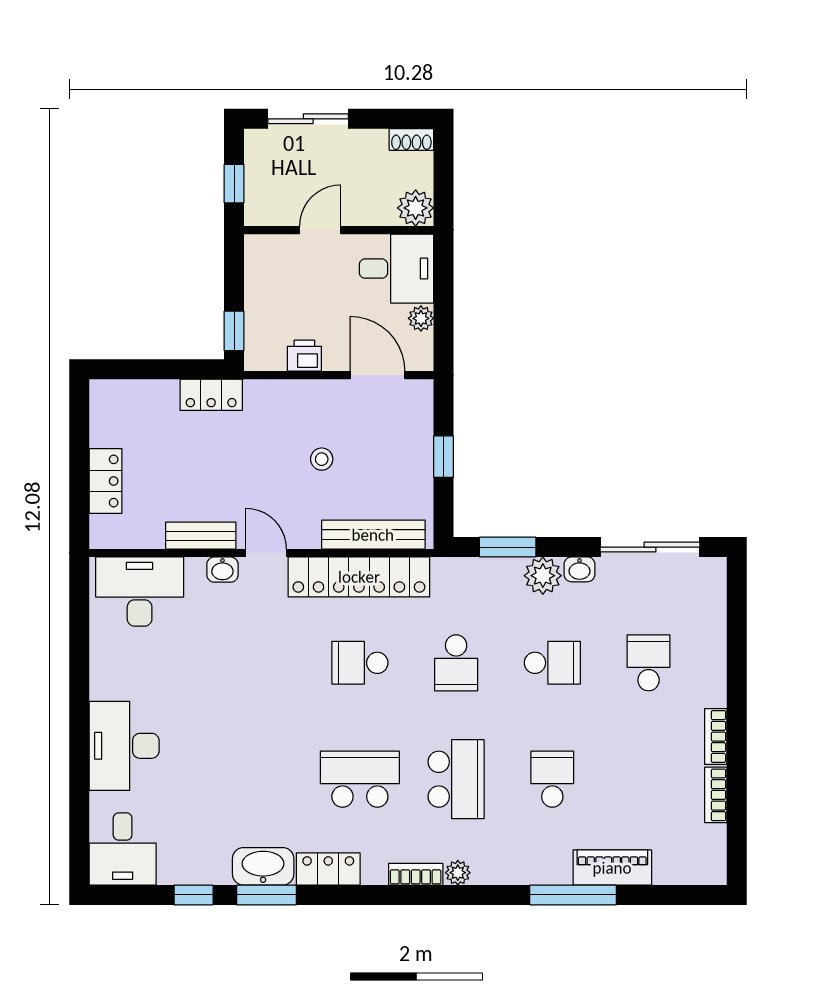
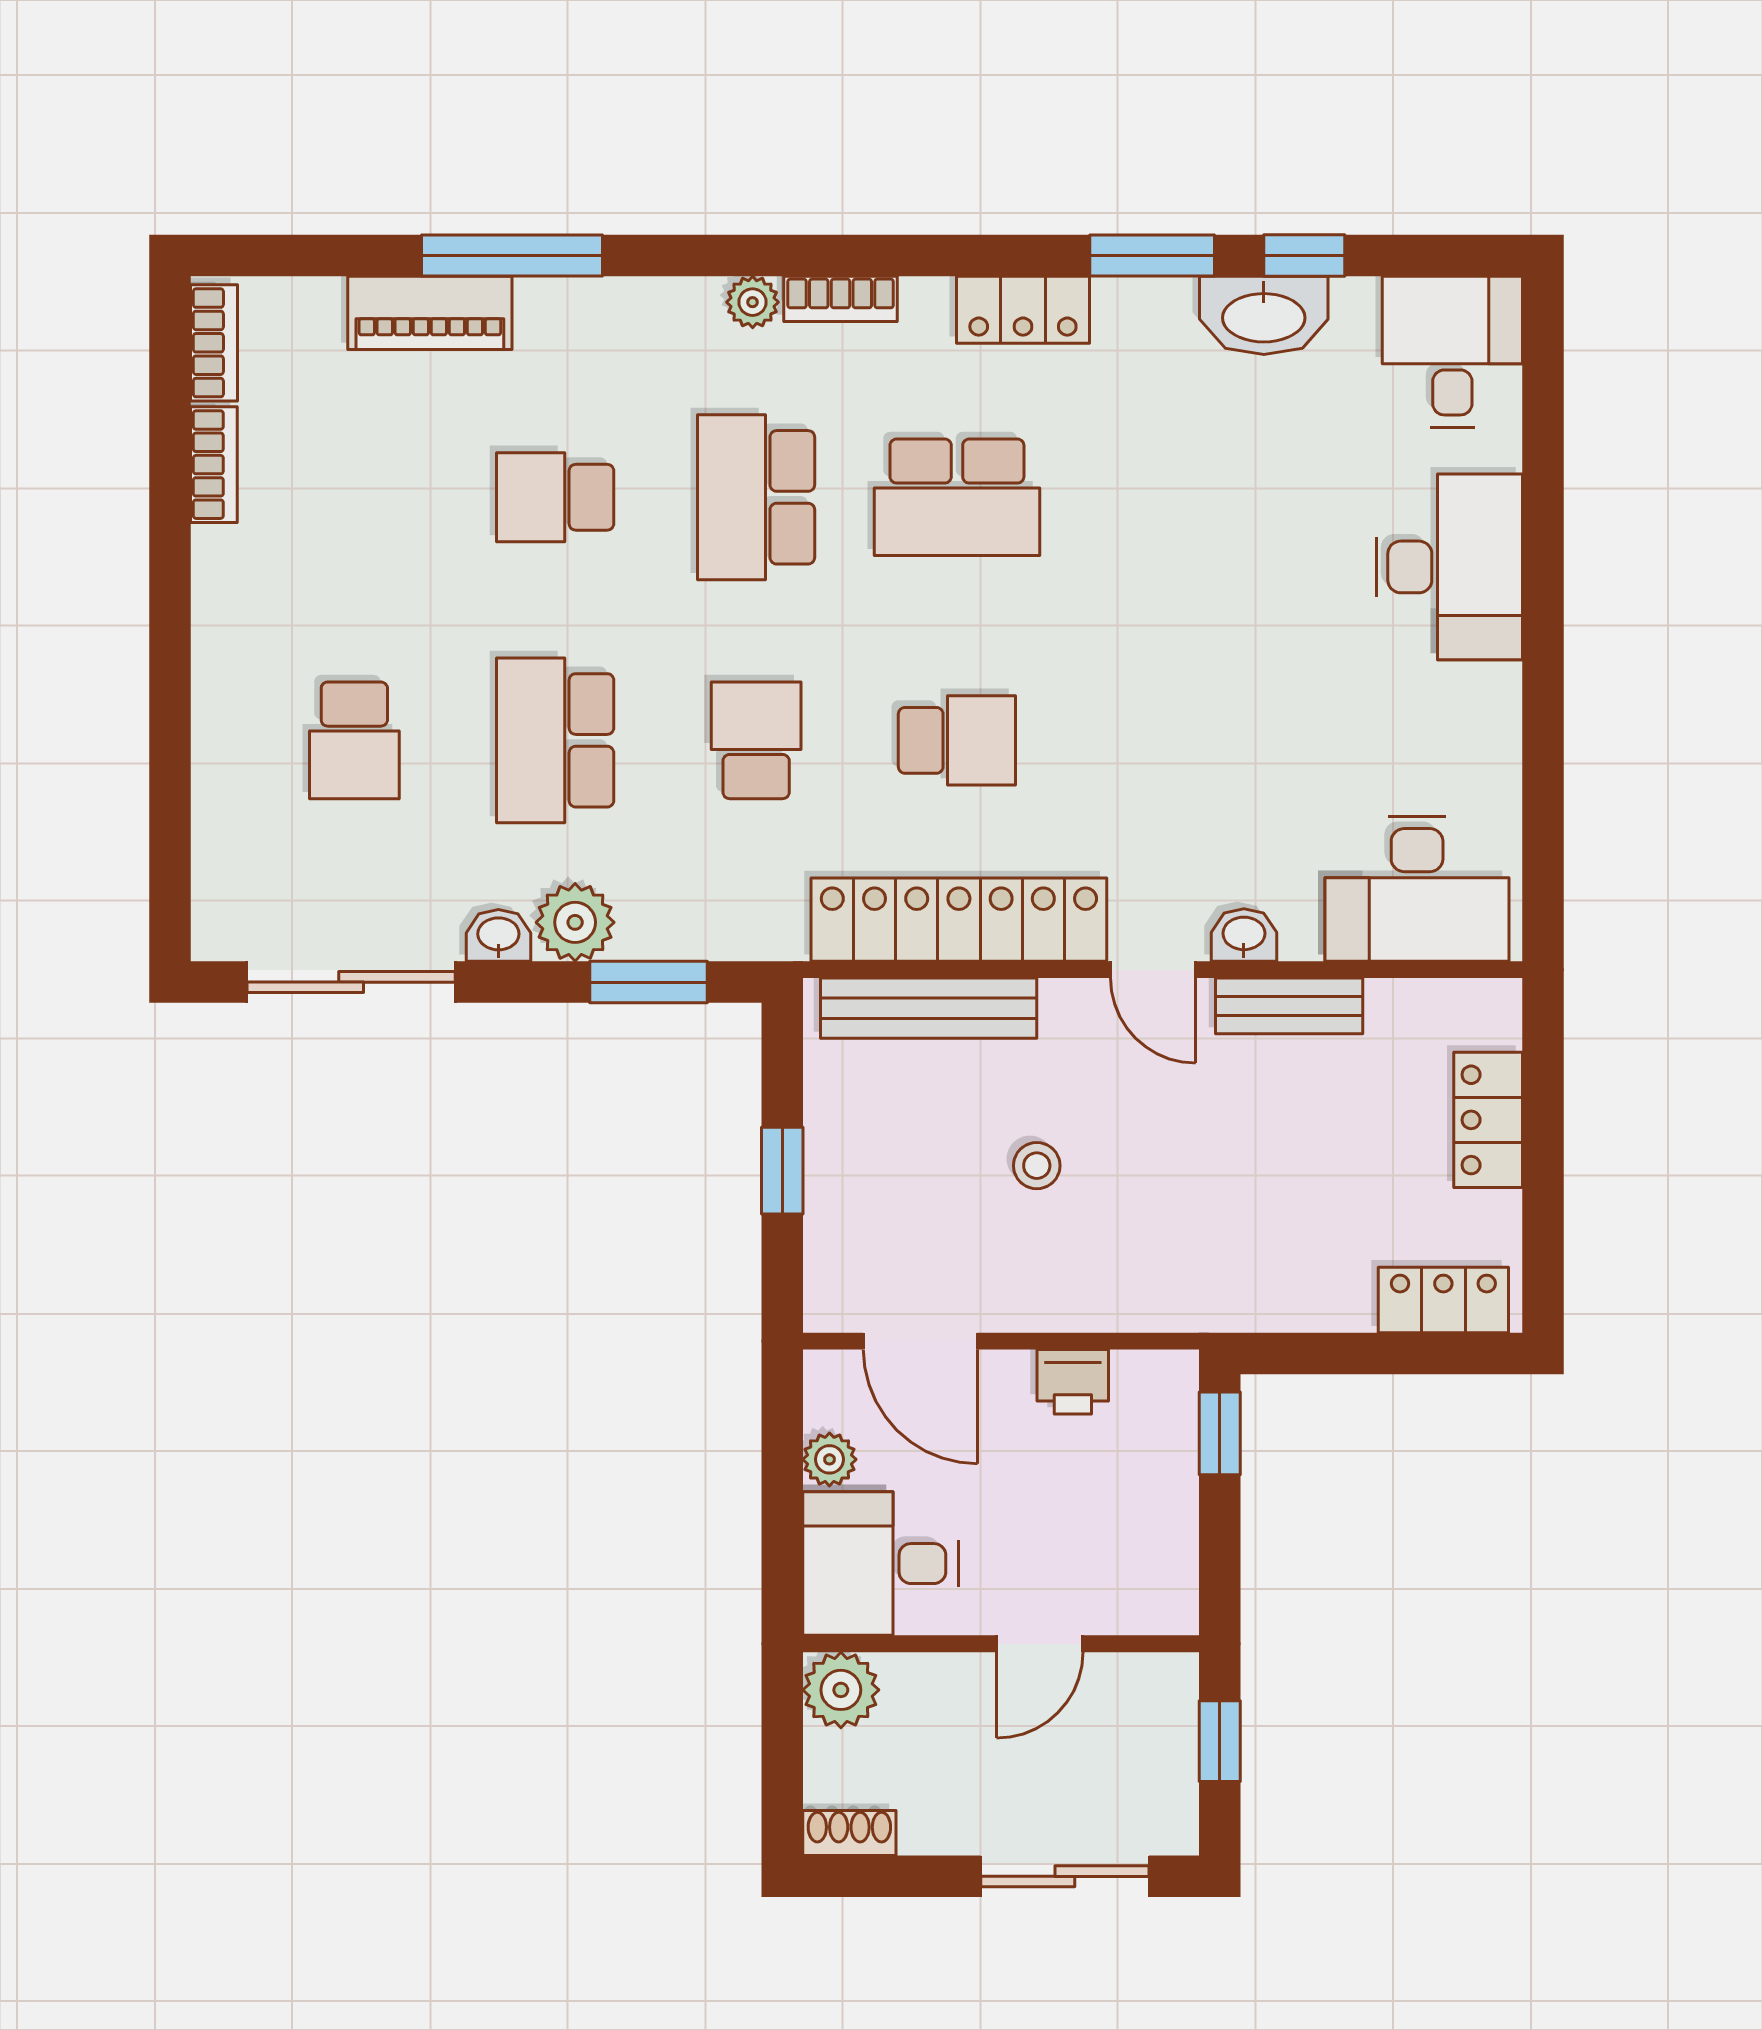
locker: (211, 395) -> (1443, 1300), moved
school desk: (552, 663) -> (555, 740), width x1.85
bookcase: (716, 737) -> (214, 343), moved
school desk: (552, 779) -> (555, 497), turned 90
washbasin: (263, 866) -> (1264, 315), moved

